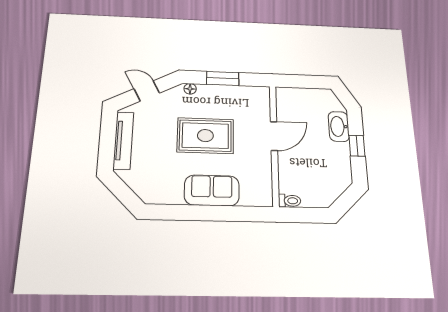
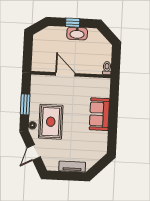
washbasin: (339, 126) -> (77, 34), moved
rug: (205, 136) -> (51, 122), moved
tv unit: (123, 140) -> (72, 167), width x0.71

